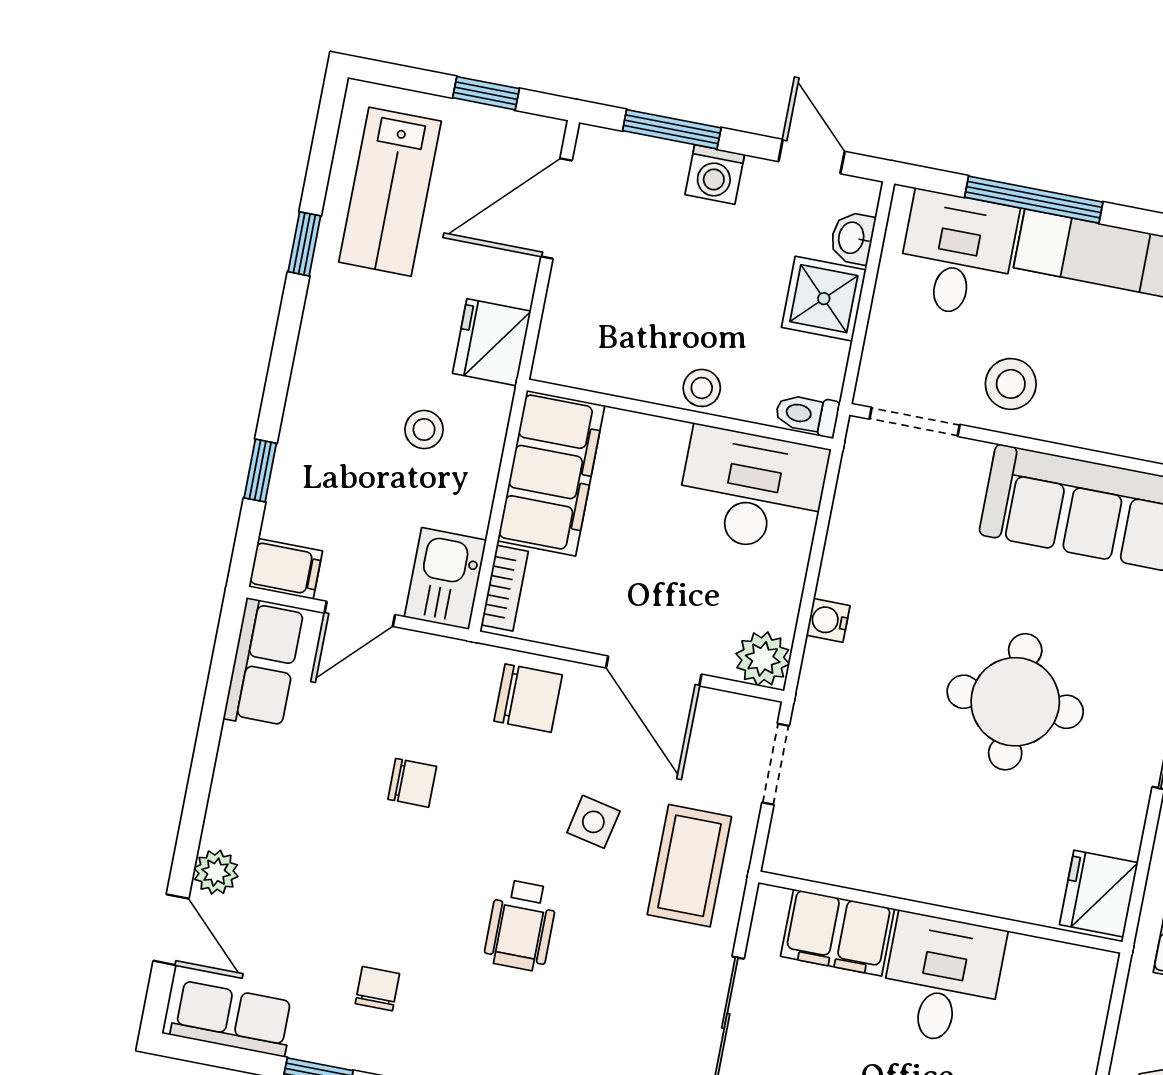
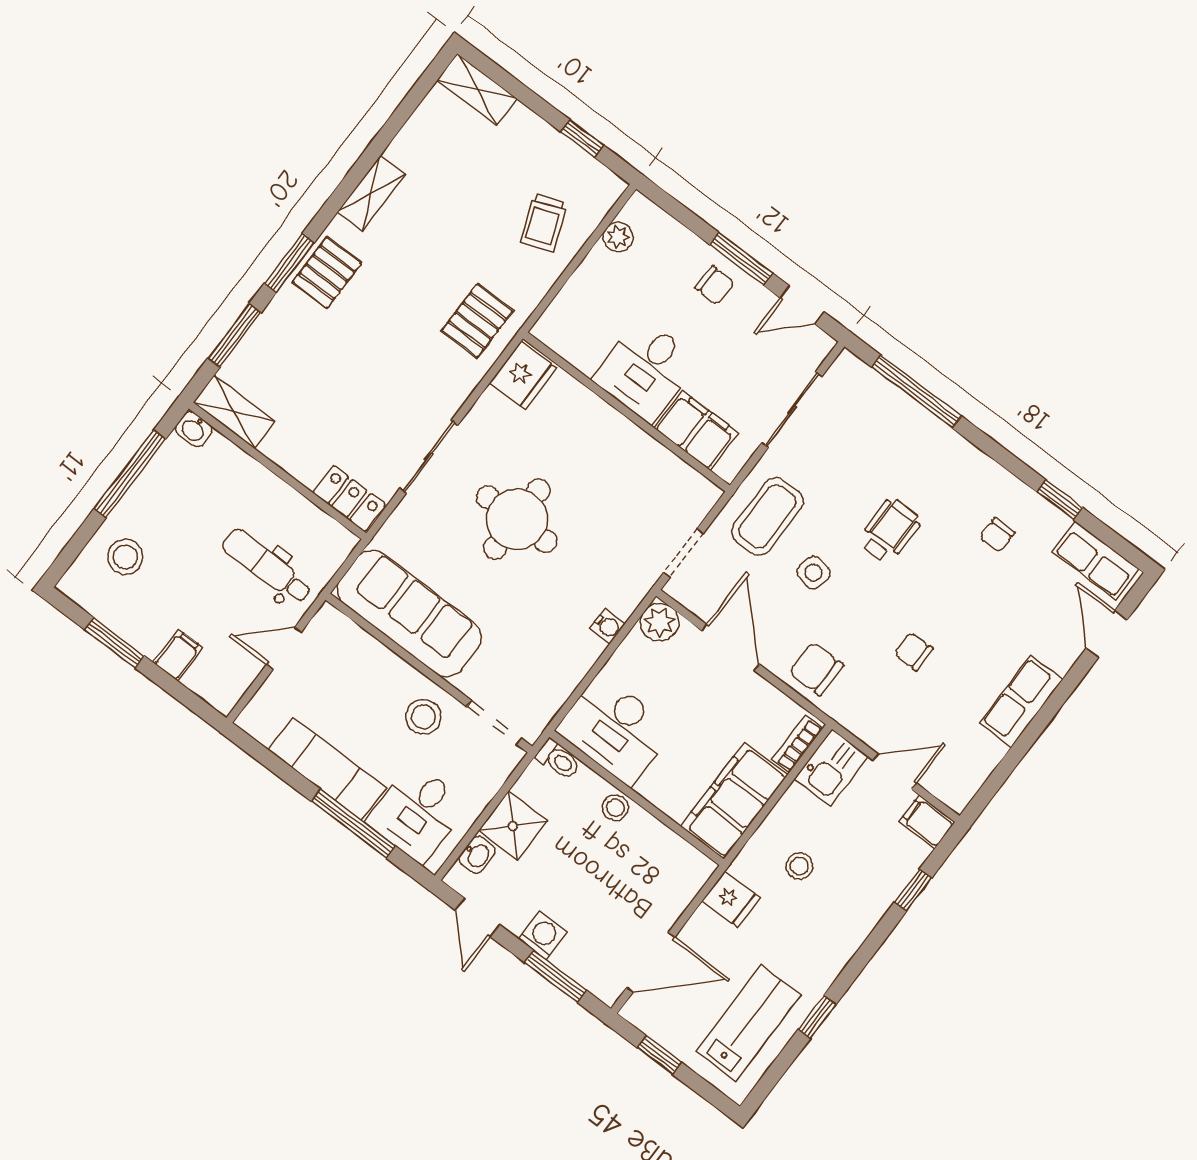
fridge: (492, 342) -> (731, 899), width x0.72
row of seats: (264, 664) -> (1021, 701), moved
plant: (216, 872) -> (1062, 656), removed

